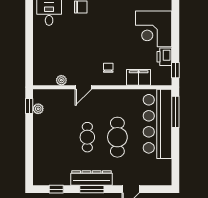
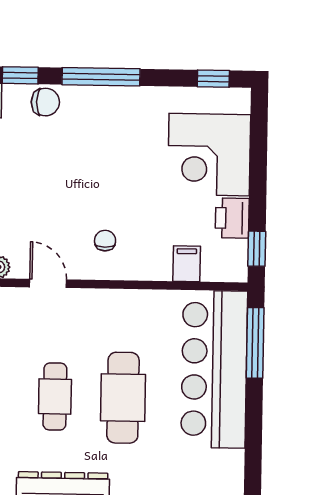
filing cabinet: (139, 77) -> (187, 264), width x0.50
door: (83, 87) -> (48, 283), swing flipped

